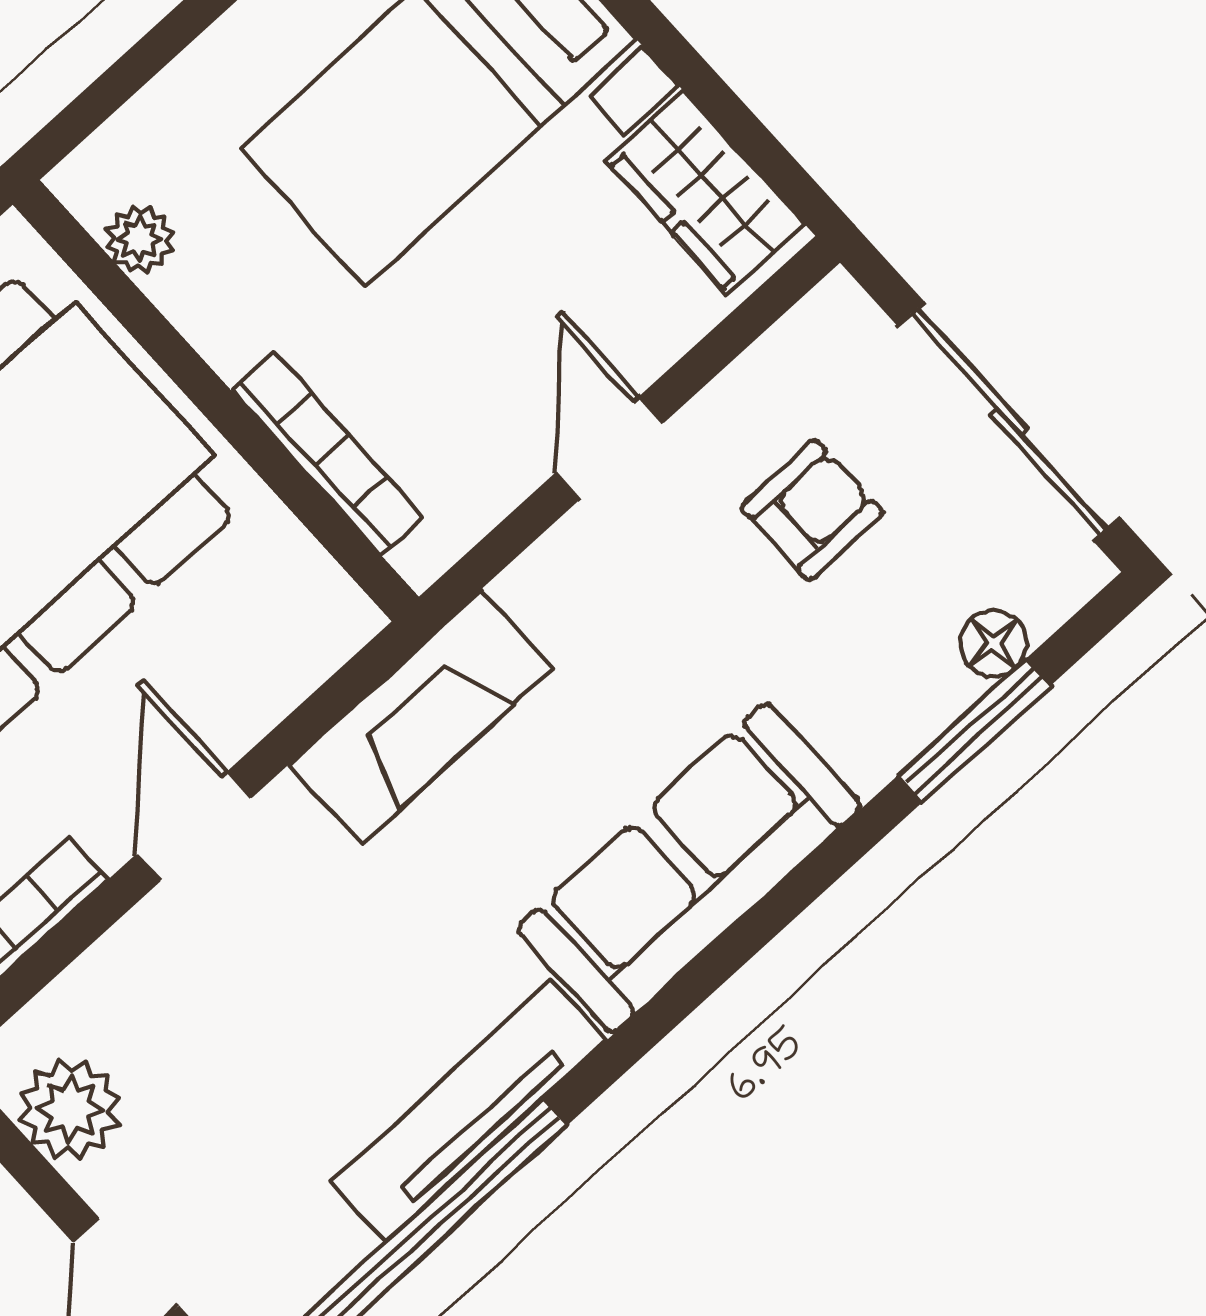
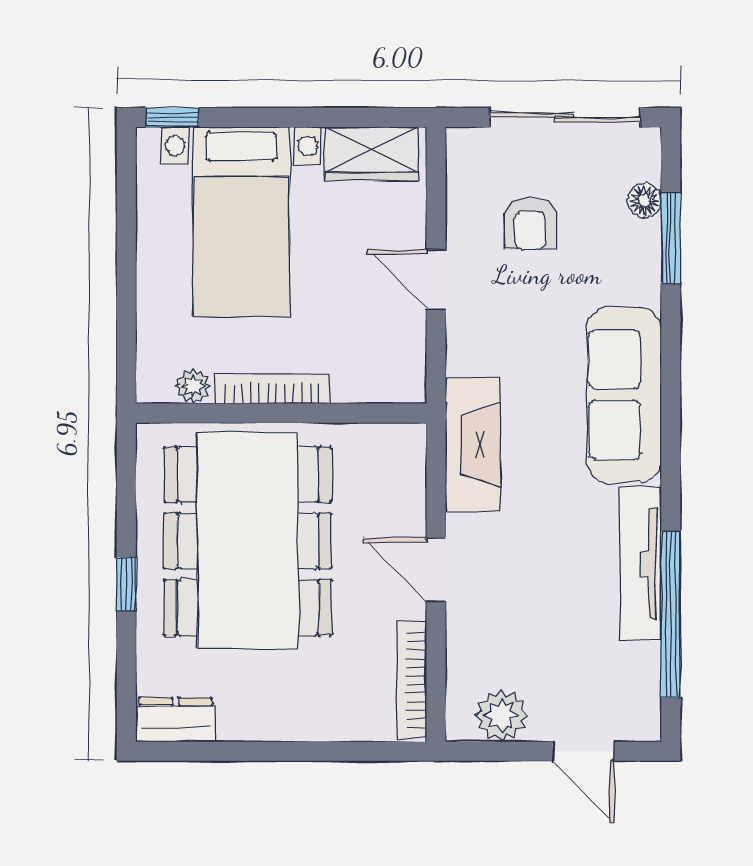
bookcase: (328, 454) -> (272, 389), moved
armchair: (812, 510) -> (530, 223), turned 180

